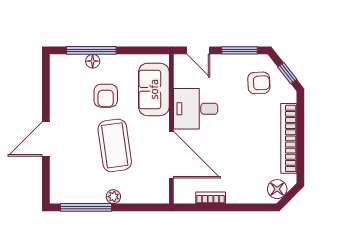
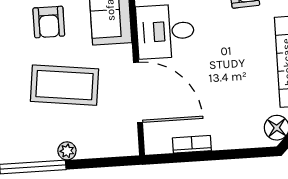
coffee table: (115, 145) -> (64, 85), turned -75

